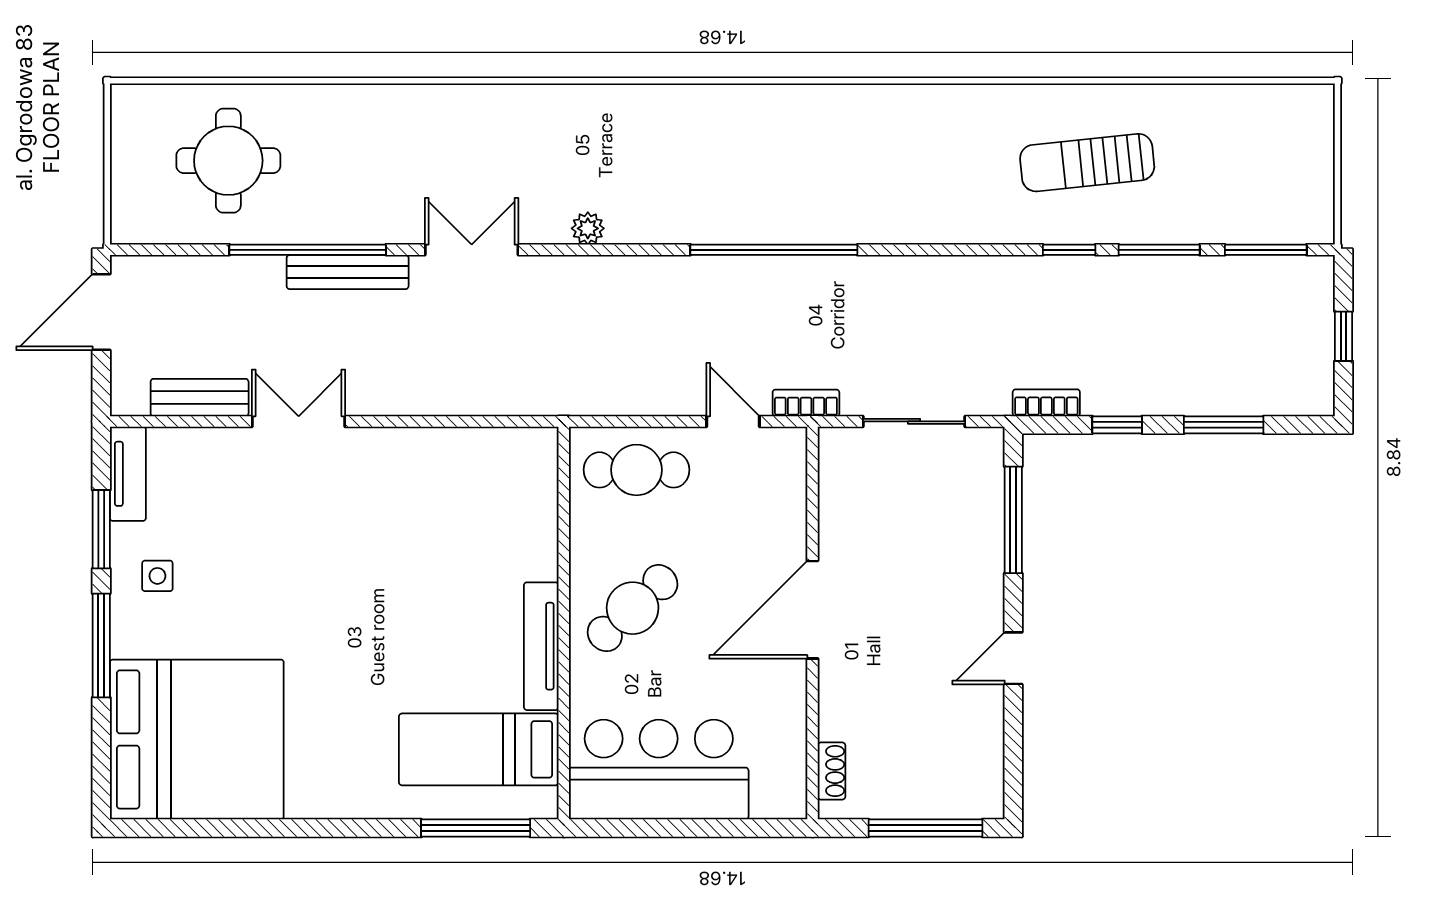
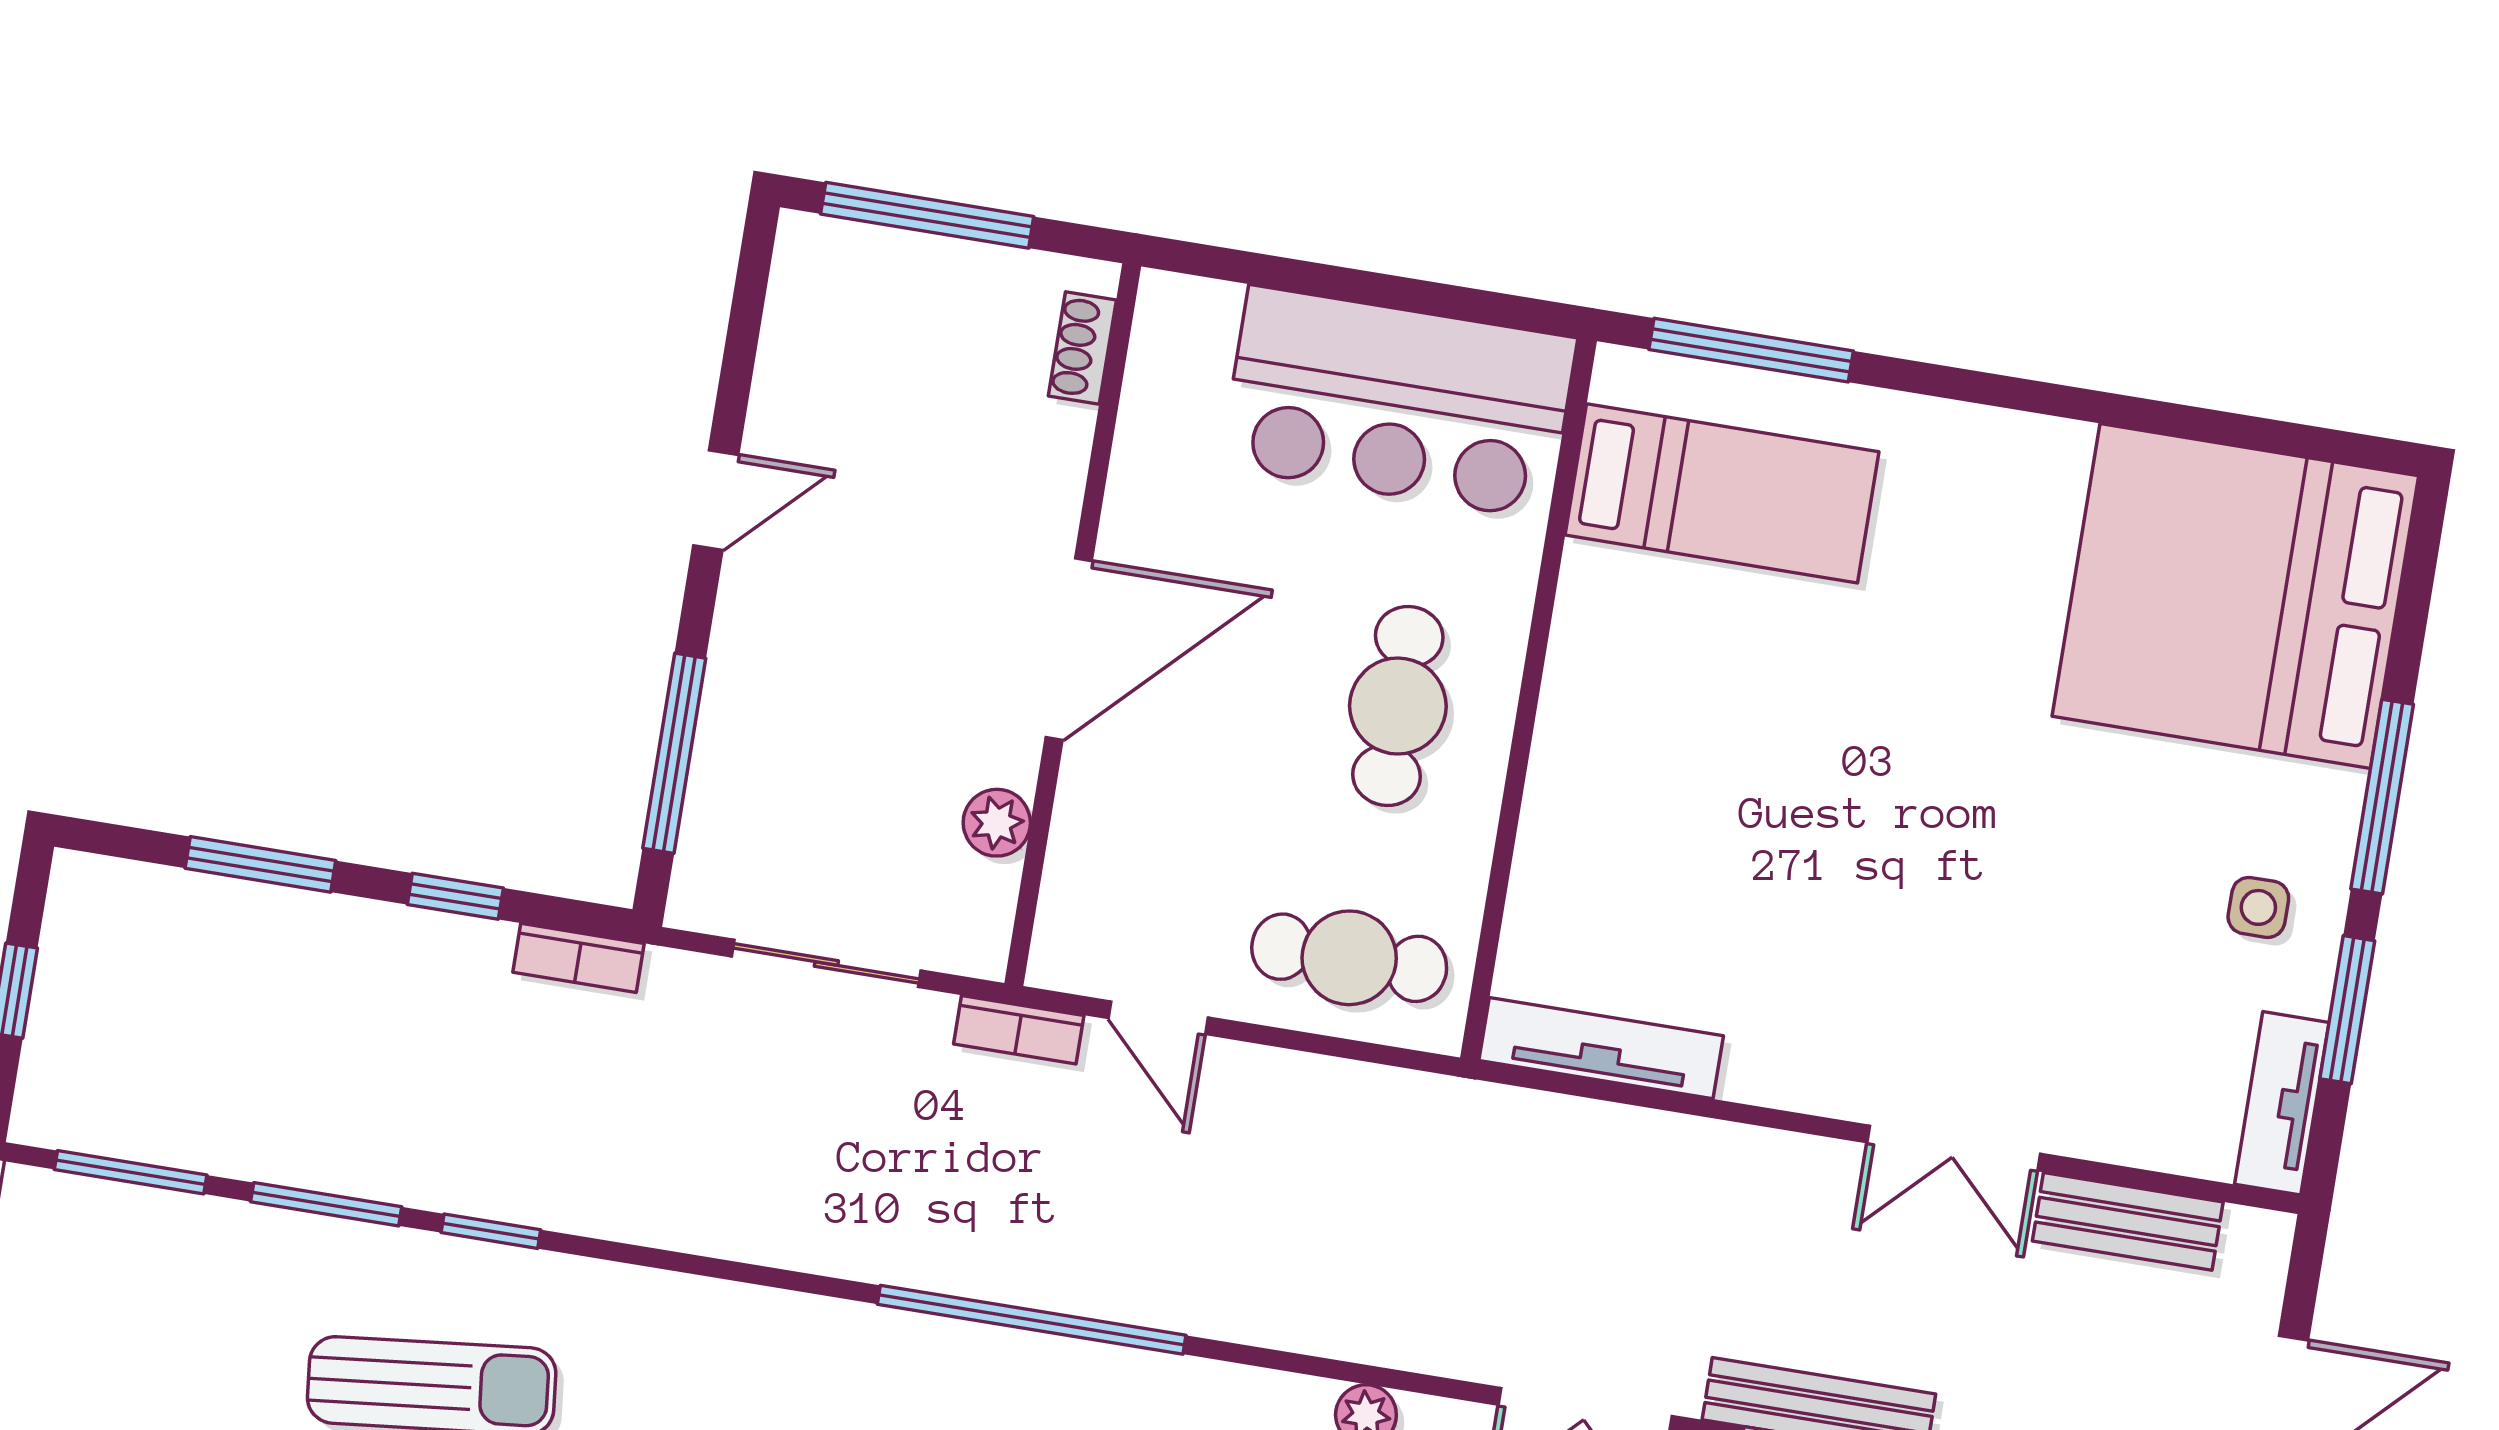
plant: (836, 511) -> (997, 823), added
cafe table: (633, 608) -> (1398, 706), turned -47
tv unit: (541, 646) -> (1601, 1048), moved, turned -90

